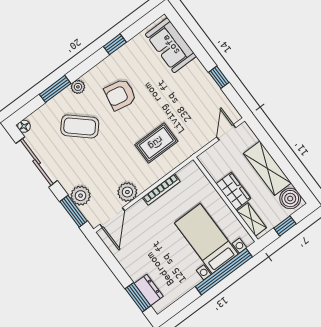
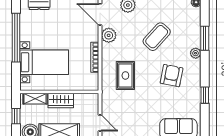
coffee table: (80, 126) -> (157, 37), moved
window: (224, 272) -> (16, 38), moved

